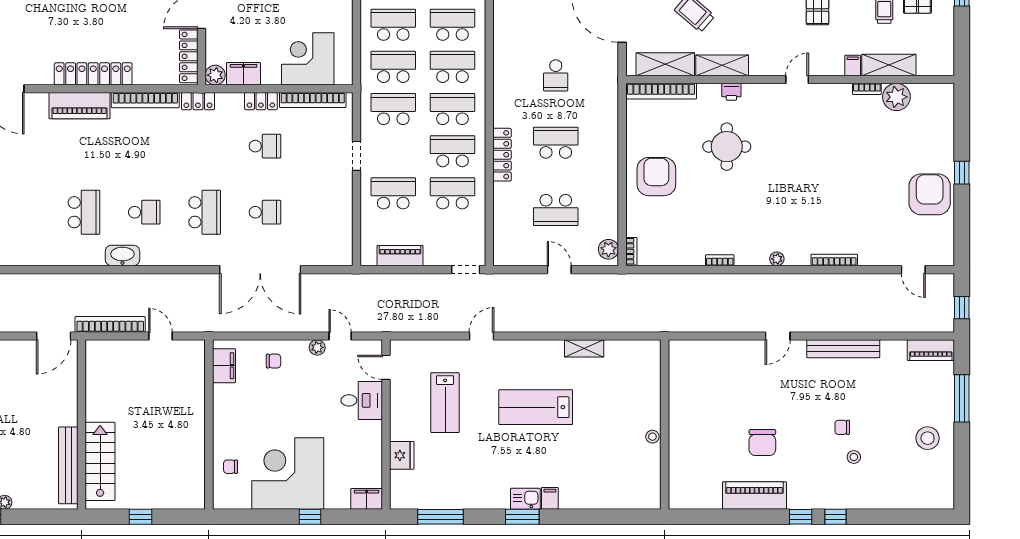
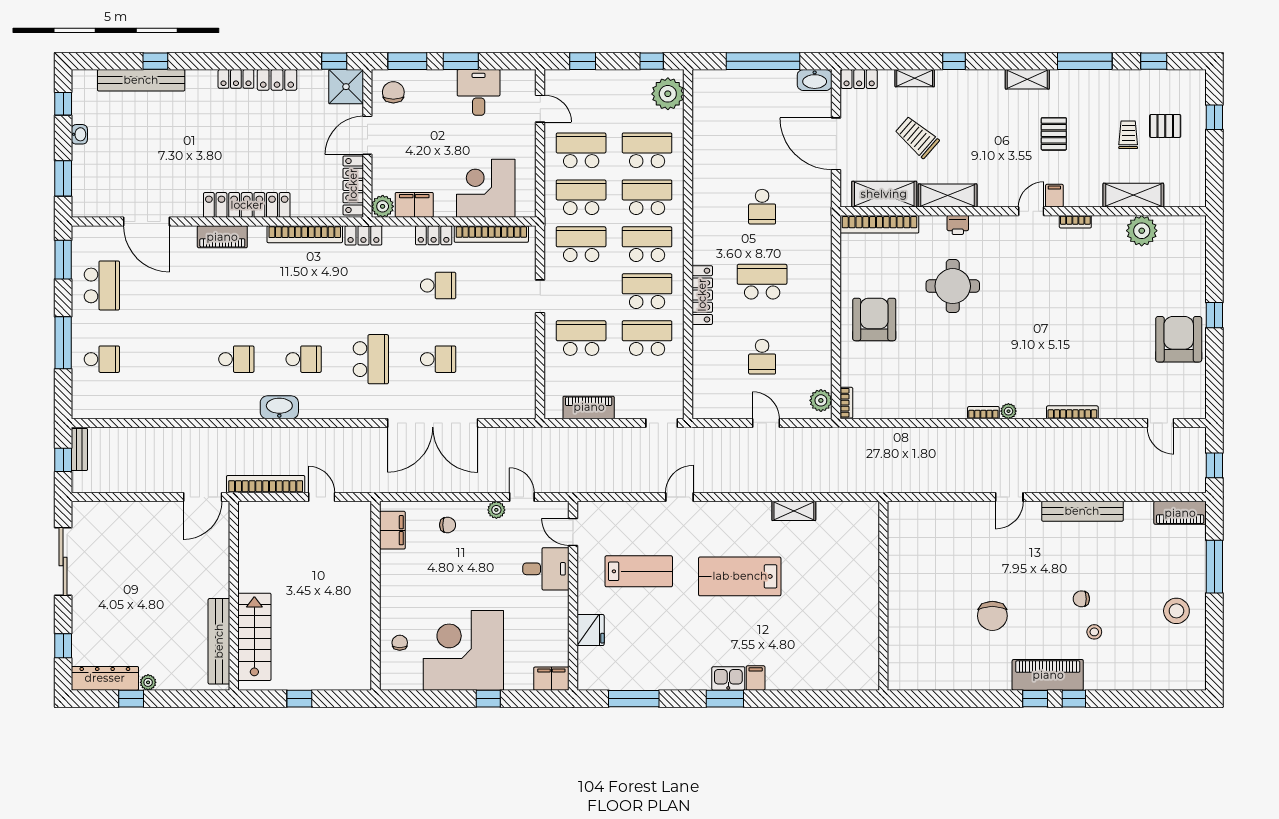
filing cabinet: (853, 65) -> (1054, 196), moved
bookcase: (867, 89) -> (1075, 222), moved
piano: (79, 106) -> (222, 237), width x0.73, depth x0.75
school desk: (556, 210) -> (762, 357), width x0.54
school desk: (84, 212) -> (236, 359), width x0.54
bookcase: (720, 260) -> (983, 413), moved
lab bench: (445, 403) -> (639, 571), turned -90
stool: (652, 437) -> (870, 609), removed
chair: (231, 467) -> (400, 643), turned 90
piano: (754, 496) -> (1048, 675), moved

